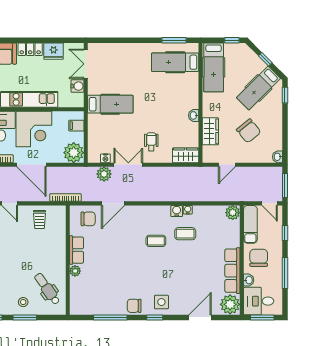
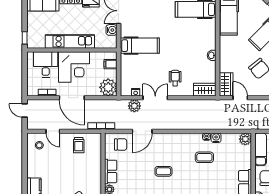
wardrobe: (210, 131) -> (226, 84), moved
door: (227, 165) -> (240, 98), swing flipped
water cooler: (177, 211) -> (216, 138), moved
coffee table: (156, 241) -> (163, 171), moved

